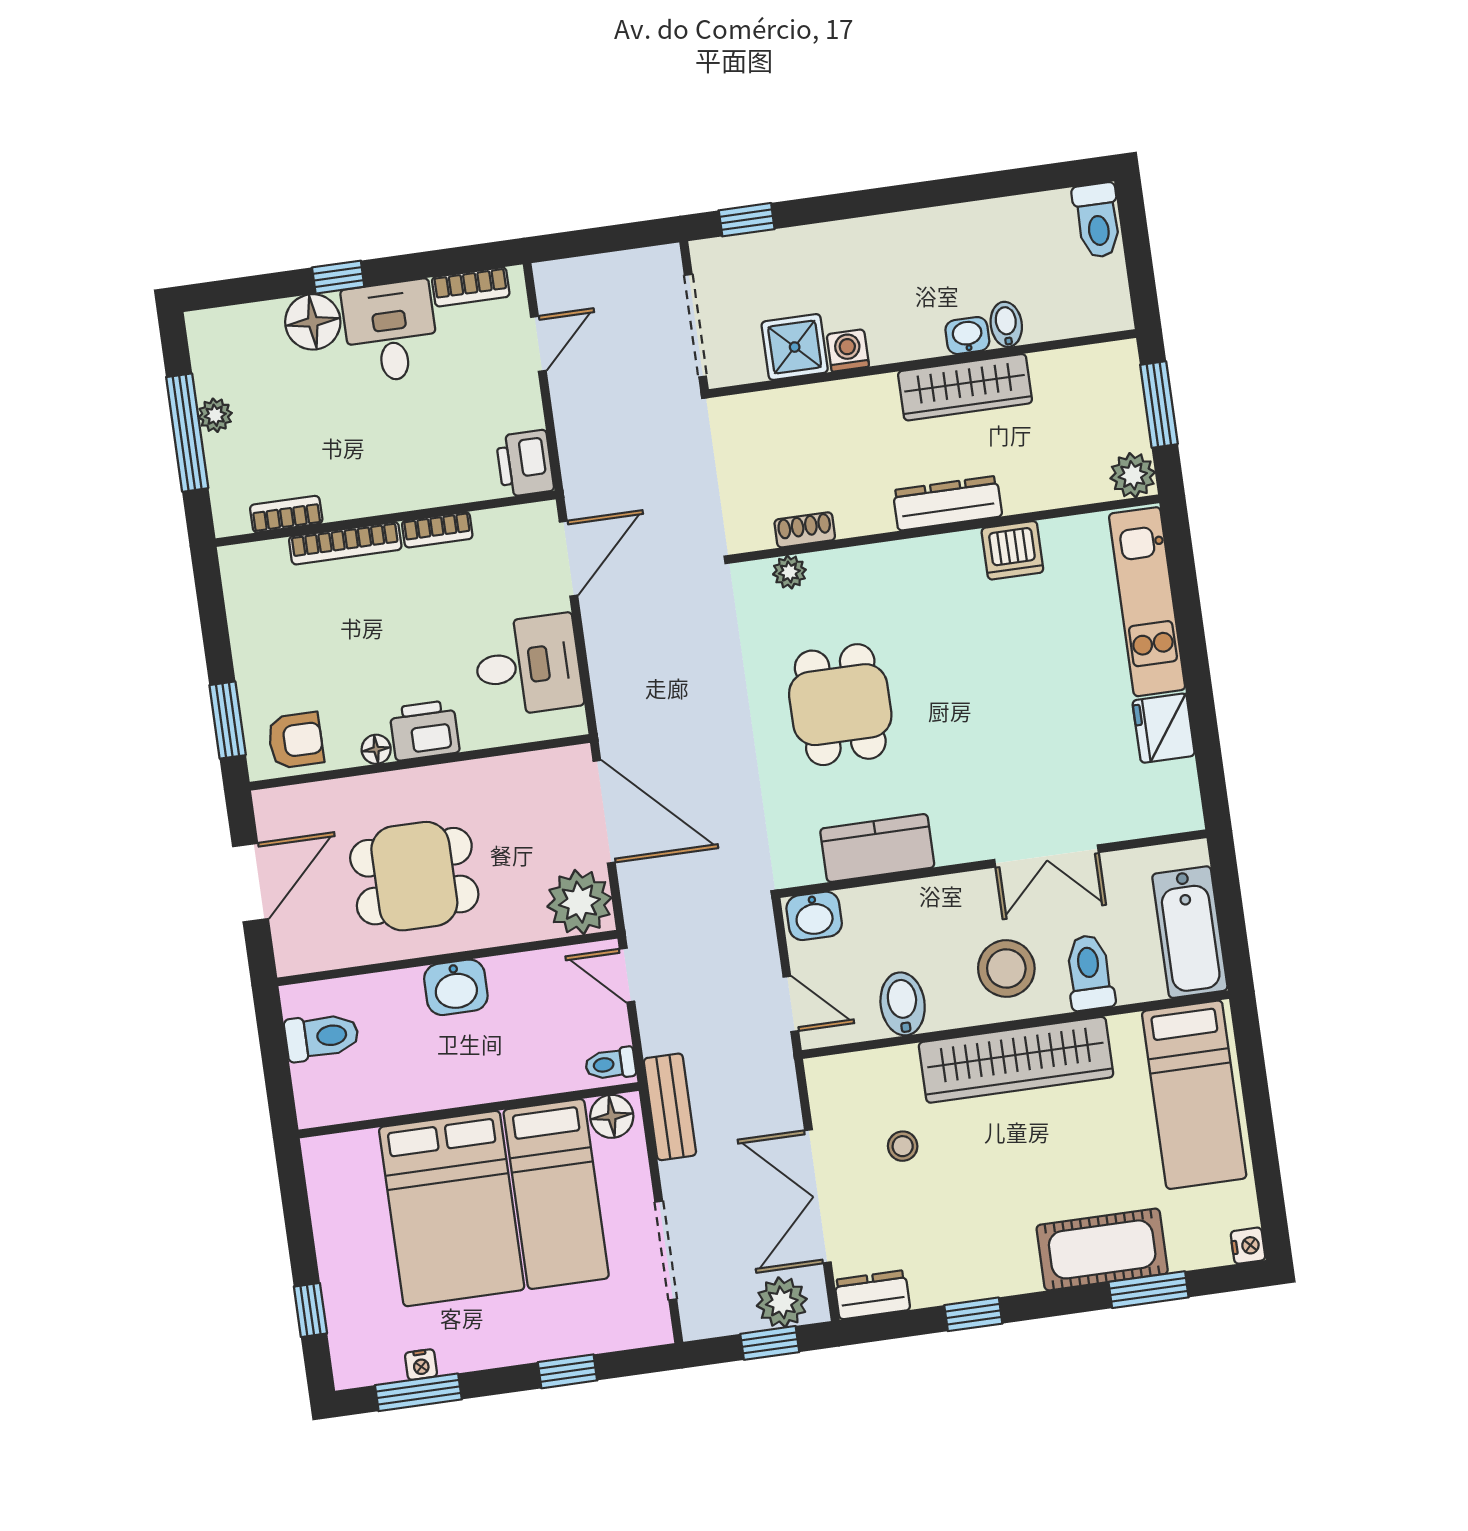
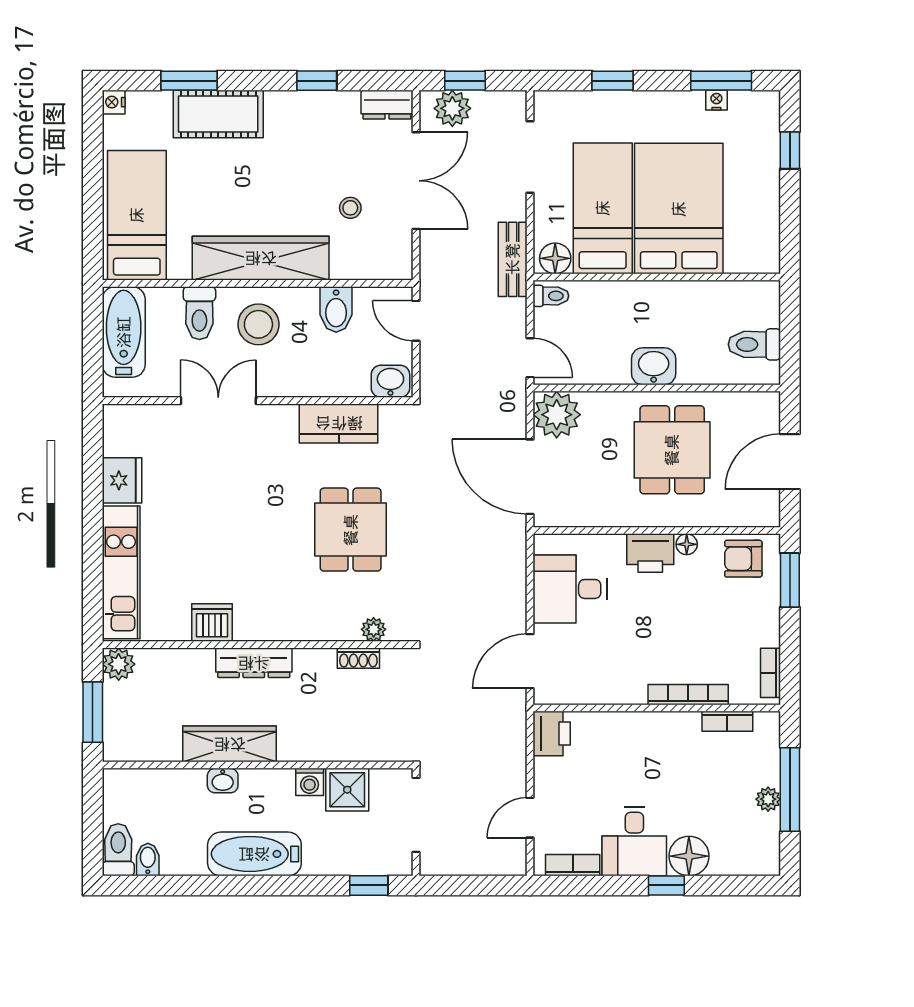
bathtub: (910, 241) -> (254, 854), added
bidet: (1006, 324) -> (148, 860), moved, turned 180
bookcase: (437, 530) -> (771, 673), moved, turned -90
dining table: (414, 876) -> (672, 450), turned 90

